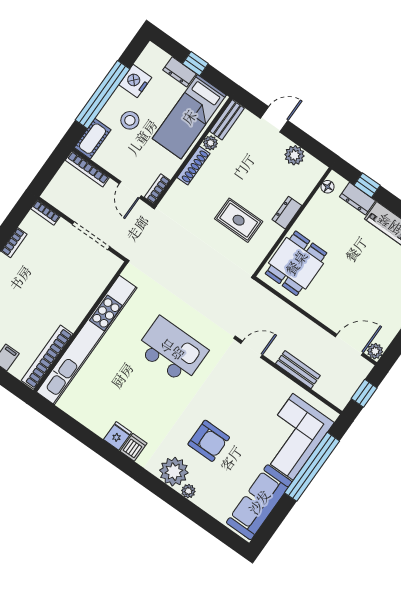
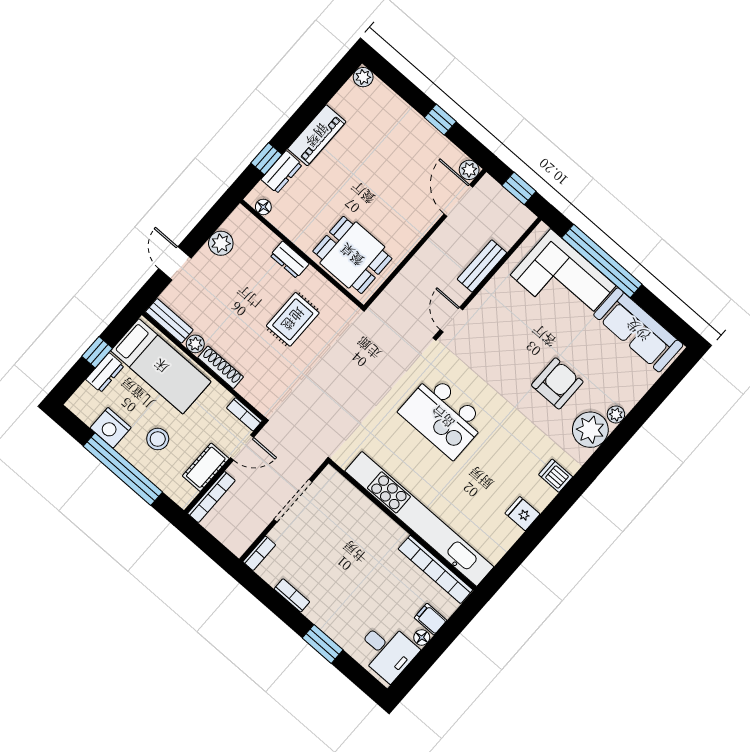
cot: (93, 139) -> (206, 467), moved, turned 90
kitchen island: (172, 350) -> (443, 417), turned -90
fridge: (118, 436) -> (522, 514), moved

